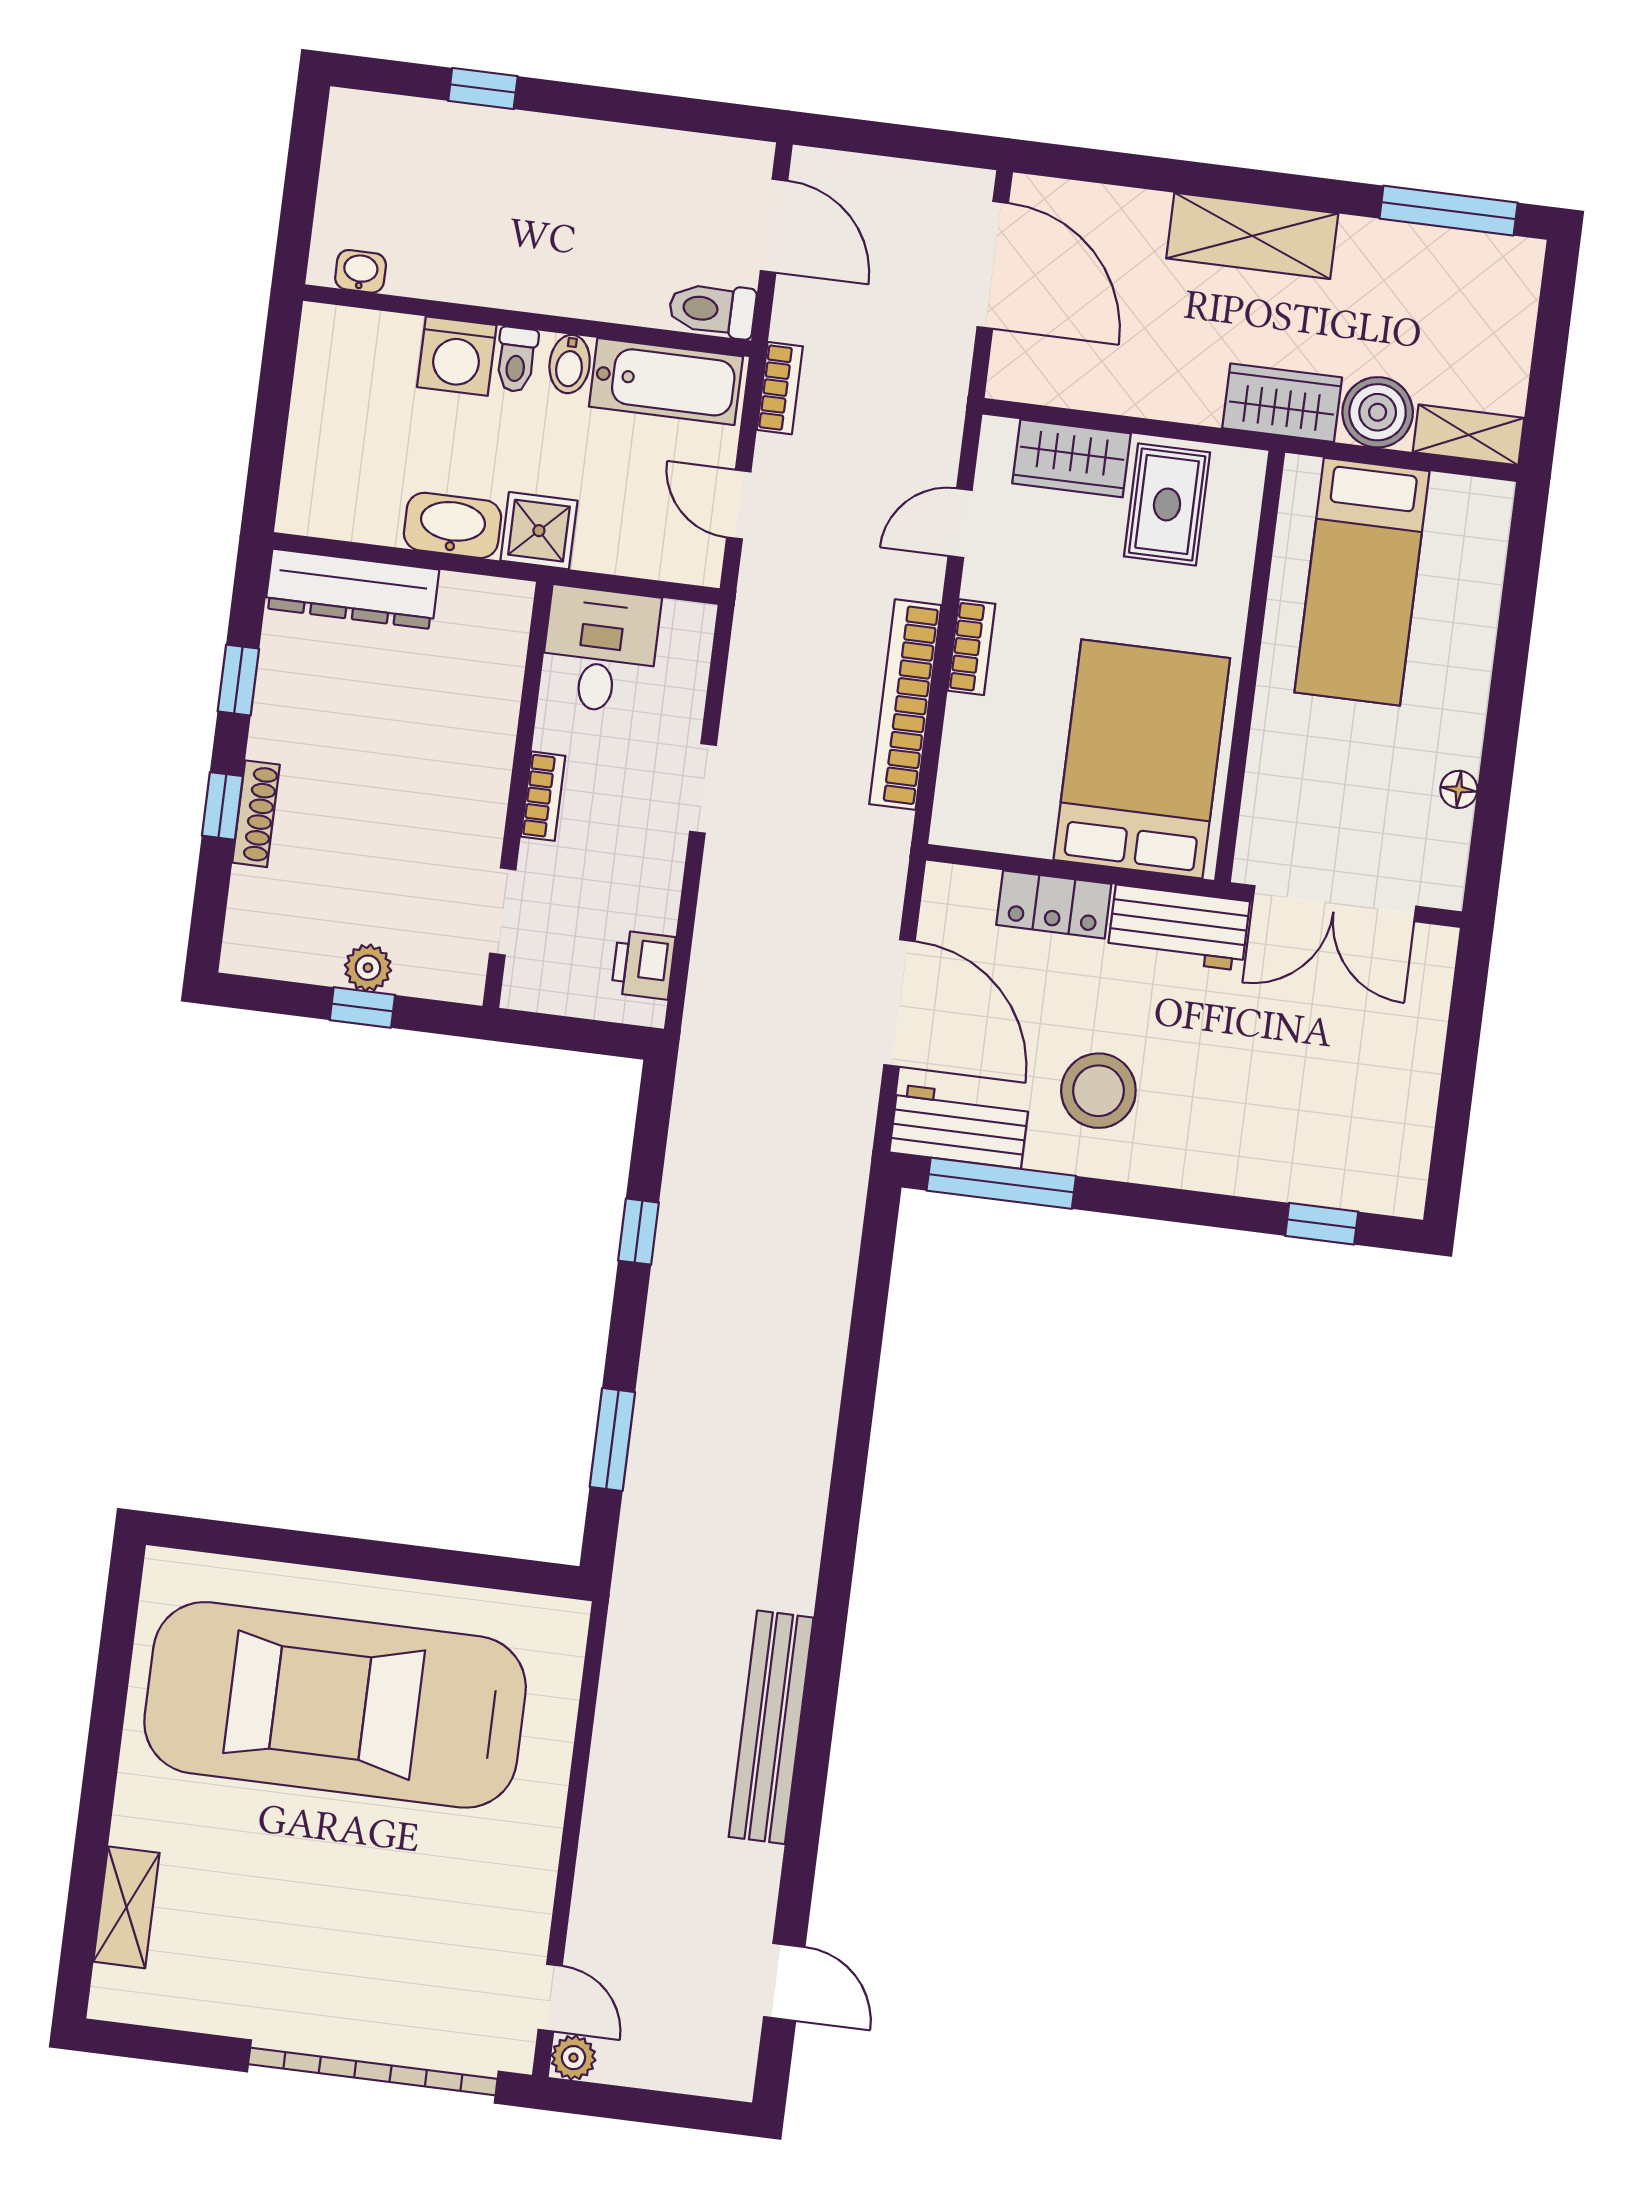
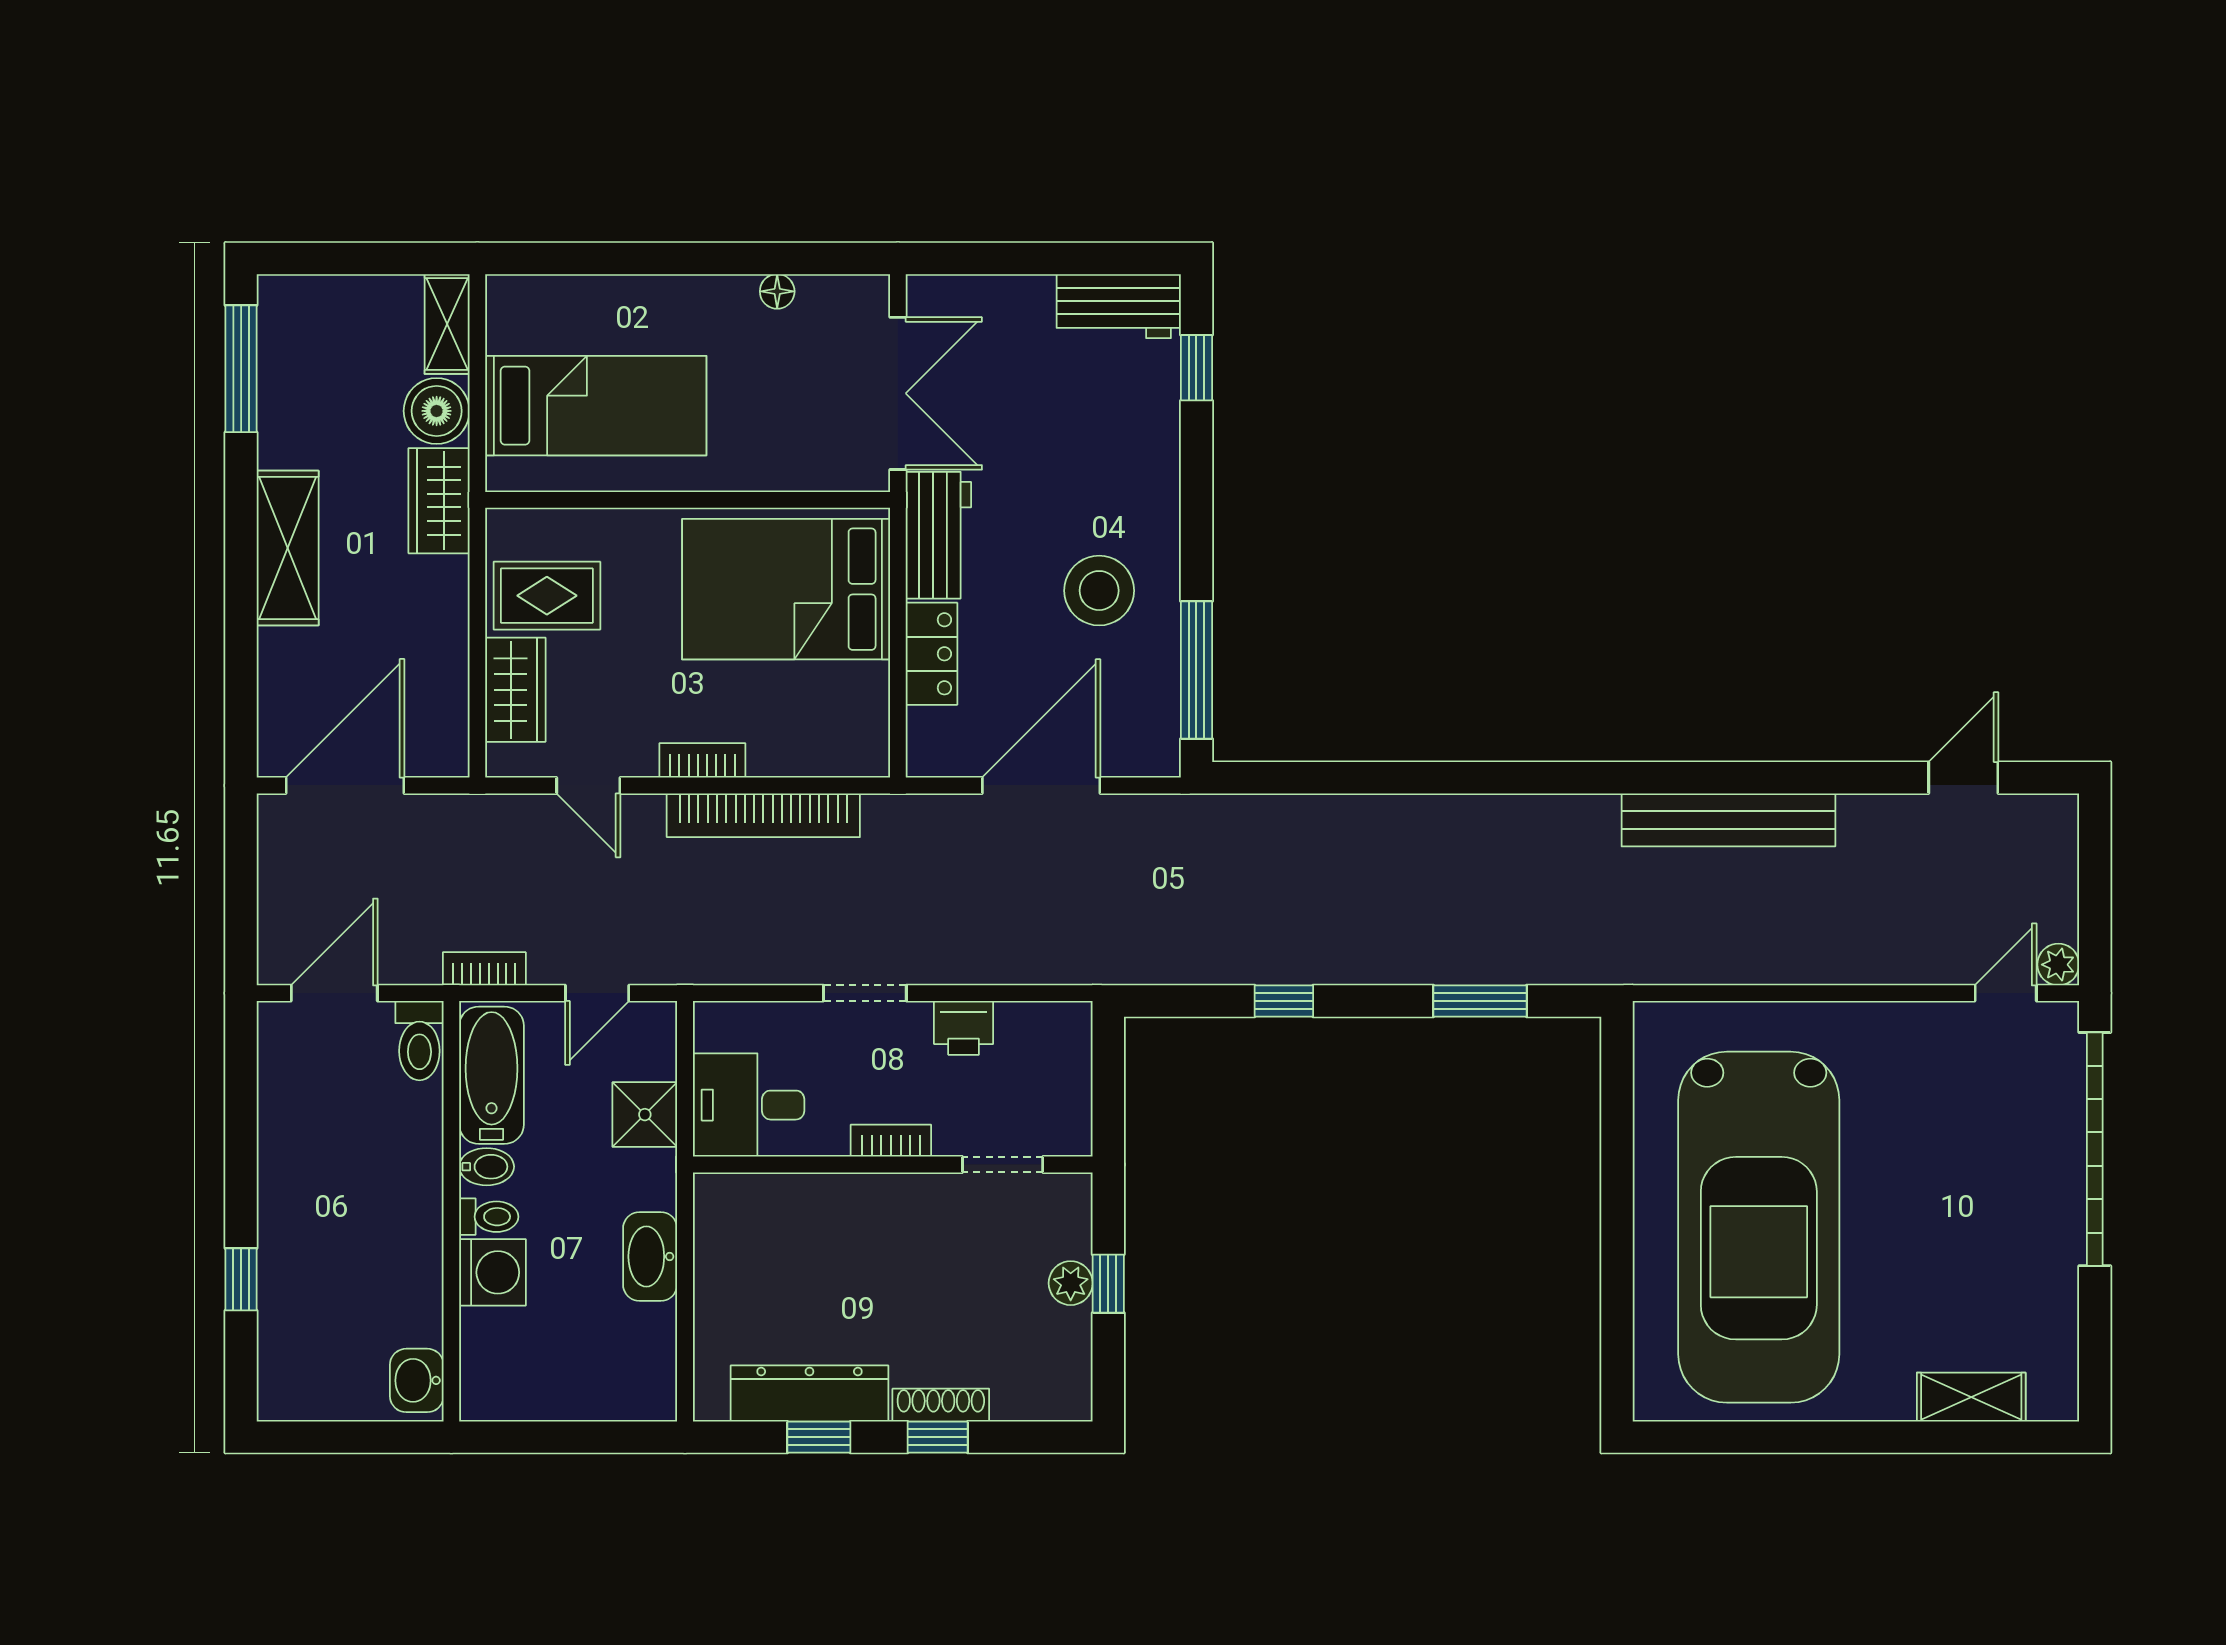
washbasin: (361, 271) -> (417, 1380), width x1.38, depth x1.45
shower: (539, 531) -> (645, 1115), moved
dresser: (352, 589) -> (809, 1393), moved, turned -90
printer: (643, 965) -> (964, 1028), moved
workbench: (959, 1127) -> (1119, 306), moved, turned -90

